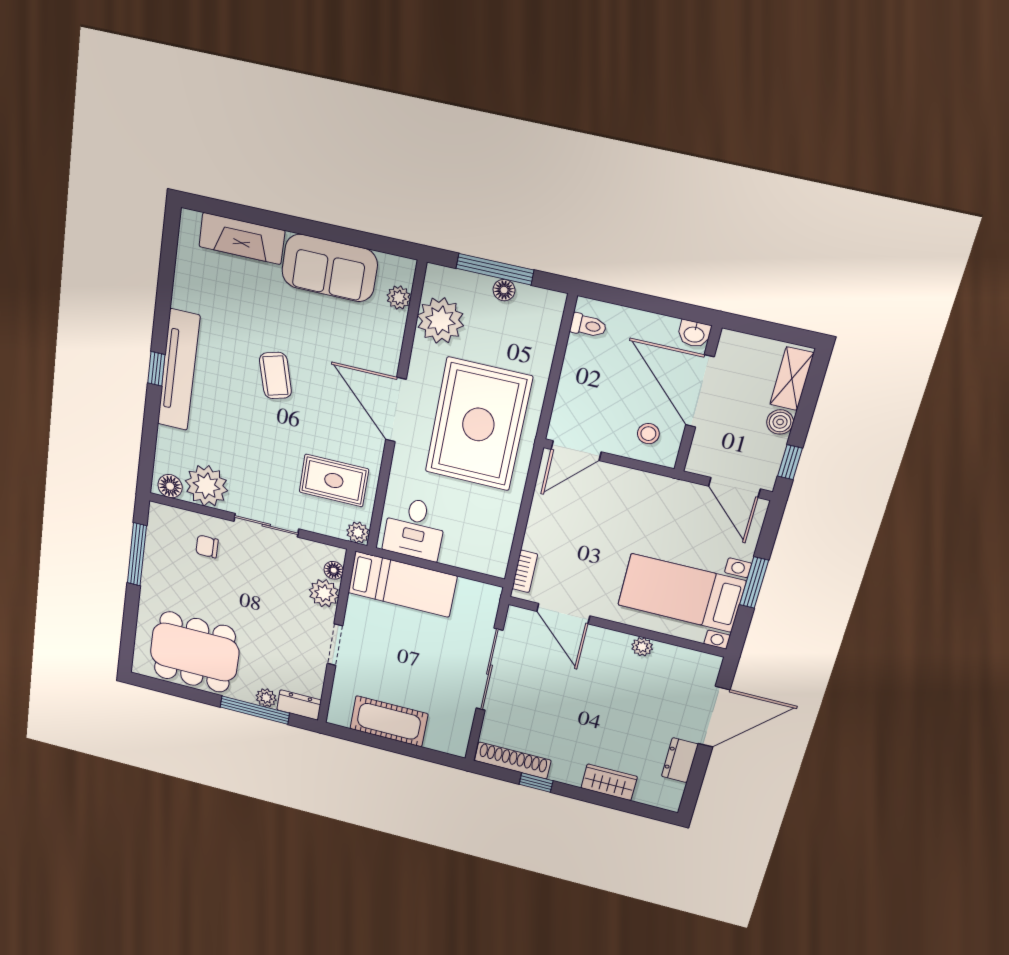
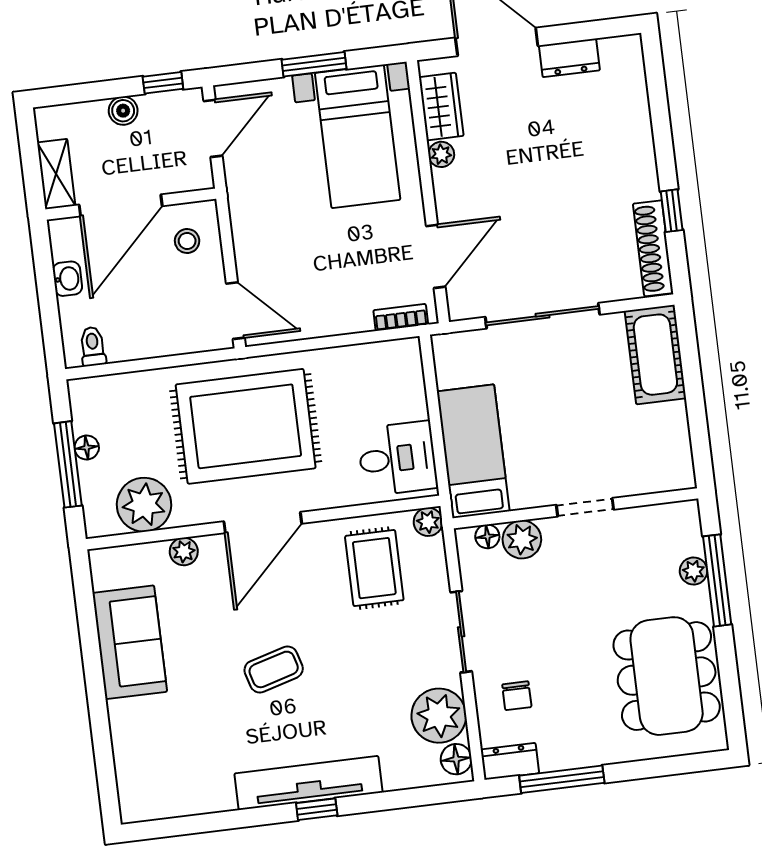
fireplace: (242, 238) -> (131, 748), removed
plant: (399, 298) -> (184, 551), moved
washbasin: (694, 334) -> (67, 279), moved
shelving: (792, 379) -> (56, 174), moved, turned 90
dresser: (299, 705) -> (510, 761), moved, turned 90
cot: (389, 721) -> (655, 355), moved
wardrobe: (609, 782) -> (441, 107), moved, turned 180

